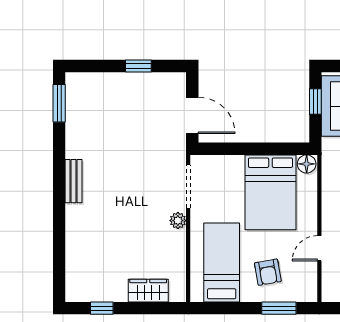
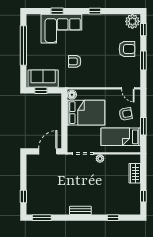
window: (138, 66) -> (23, 197), moved
window: (59, 247) -> (113, 218), added
door: (319, 248) -> (128, 88), moved
window: (279, 308) -> (143, 126), moved

